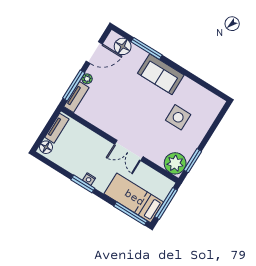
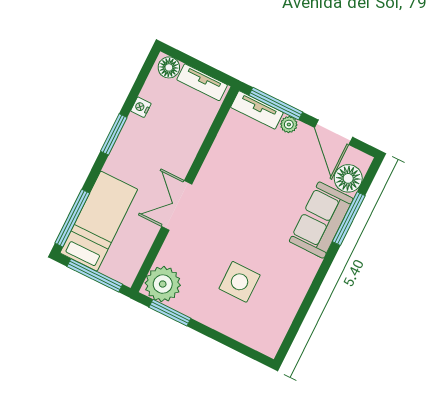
sofa: (161, 74) -> (321, 220), moved
nightstand: (89, 179) -> (141, 107), moved

